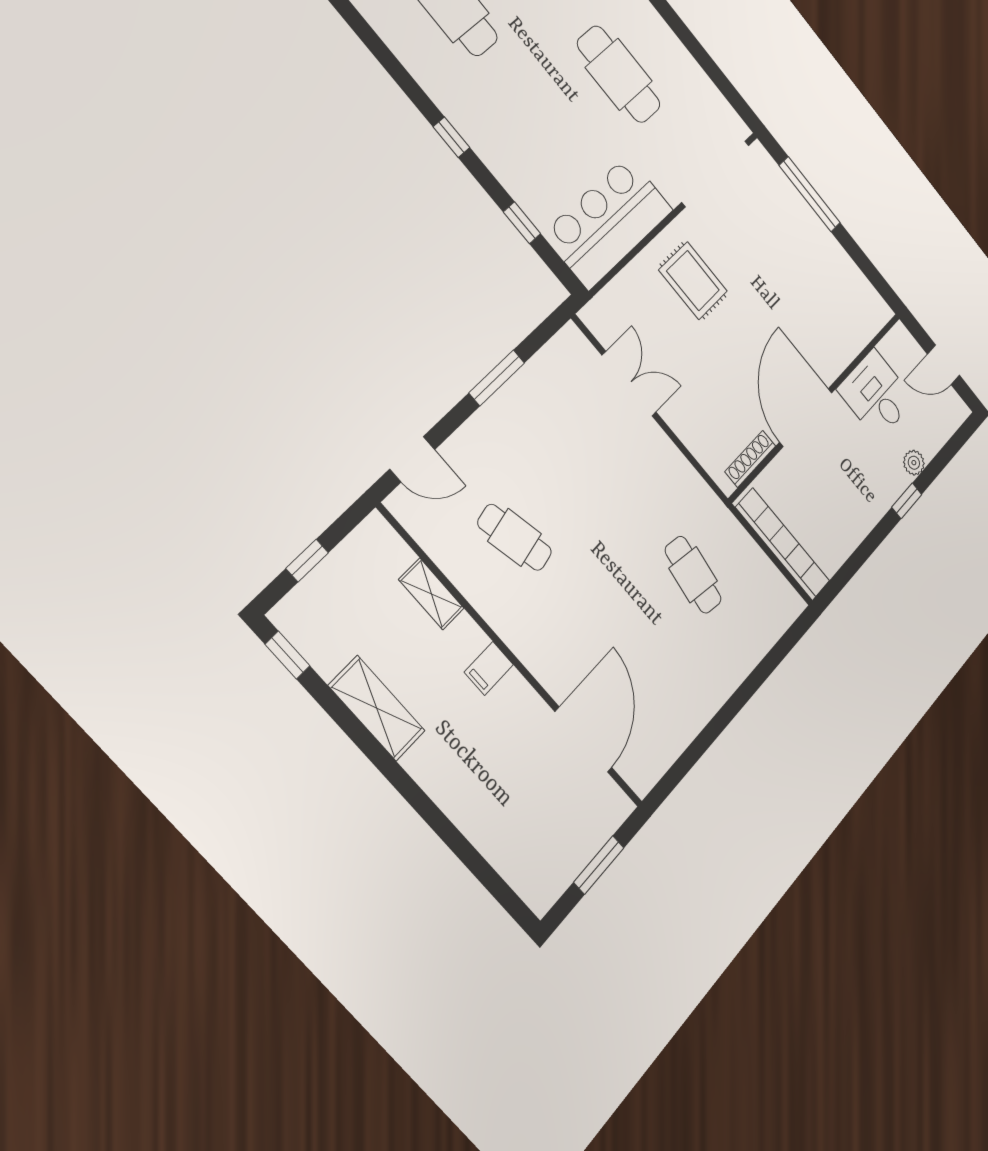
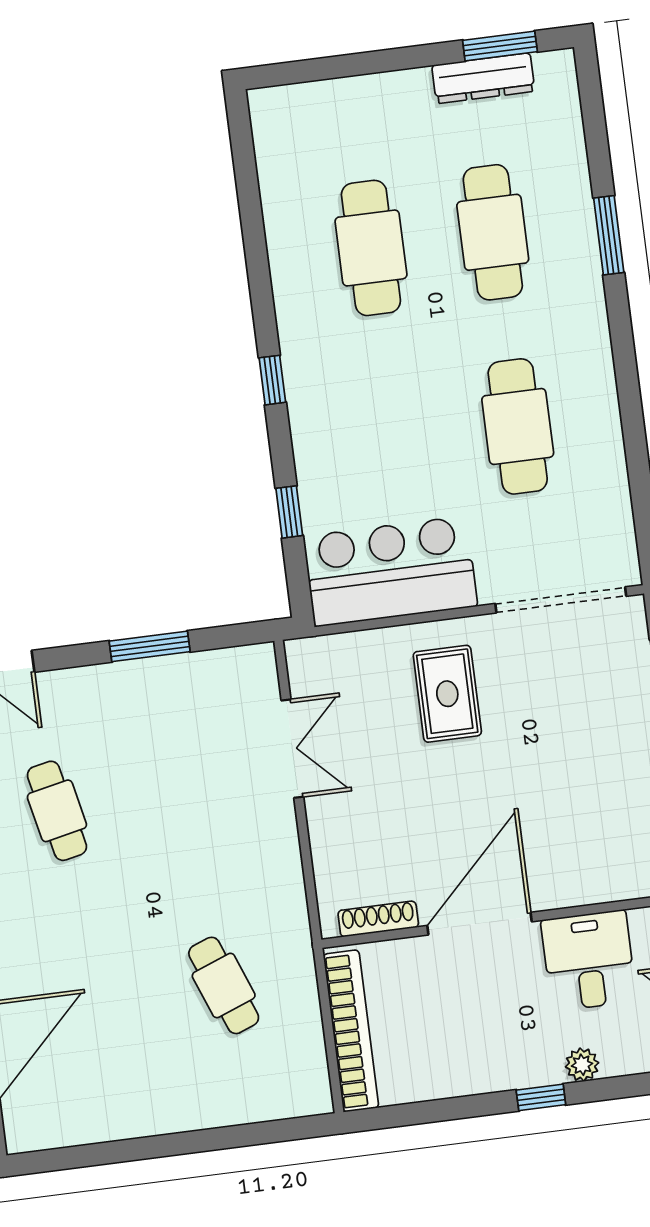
cafe table: (693, 575) -> (224, 985), turned -30

